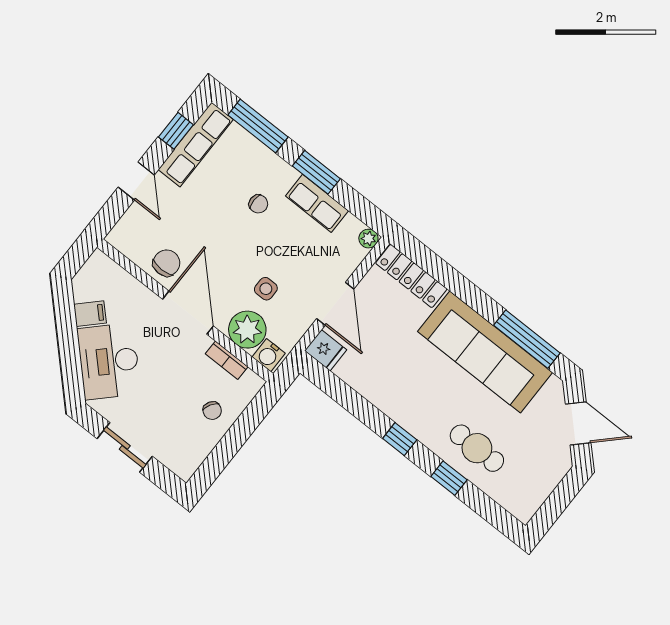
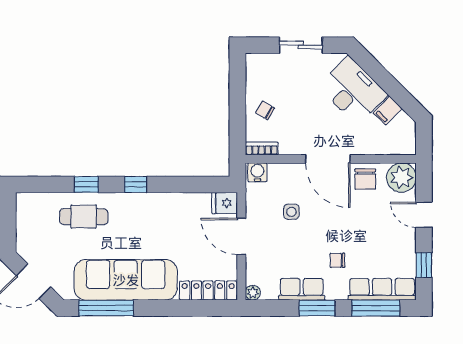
row of seats: (196, 145) -> (382, 289), moved, turned 90
plant: (247, 330) -> (401, 178), moved
bookcase: (227, 360) -> (262, 149), moved

